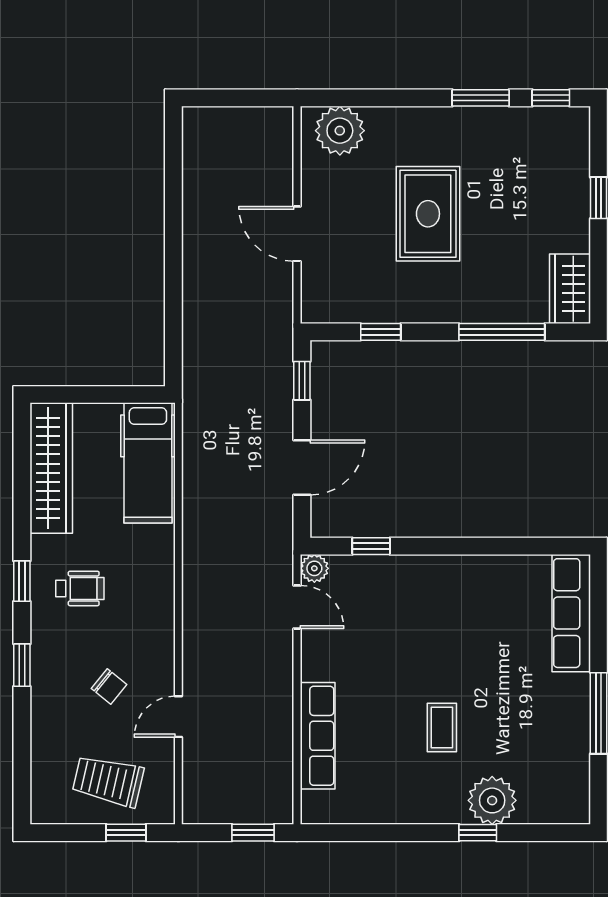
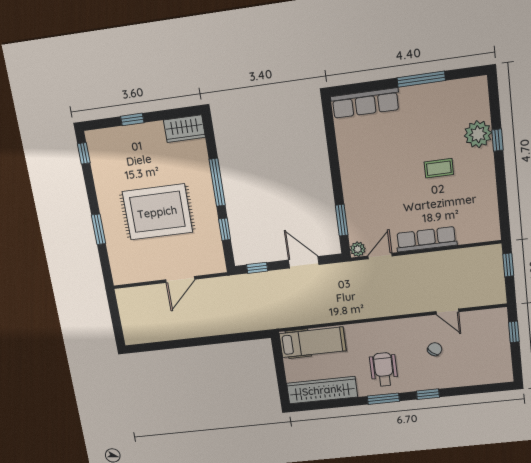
window: (481, 98) -> (98, 229), moved
plant: (340, 131) -> (122, 264), removed
rug: (428, 214) -> (157, 212), width x1.37, depth x1.44
window: (502, 332) -> (217, 182), moved
window: (371, 546) -> (342, 220), width x1.50
window: (22, 581) -> (383, 399), width x1.50
wheelchair: (80, 588) -> (384, 369), width x1.36, depth x1.37
row of seats: (318, 736) -> (426, 239), moved
trolley: (108, 781) -> (486, 344), removed

